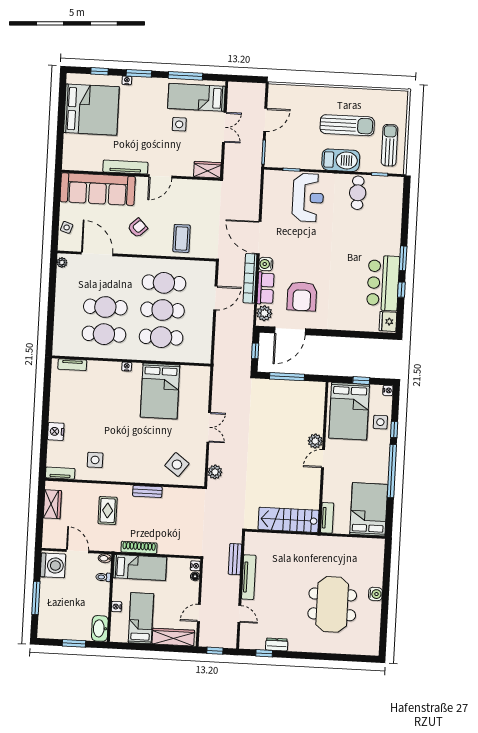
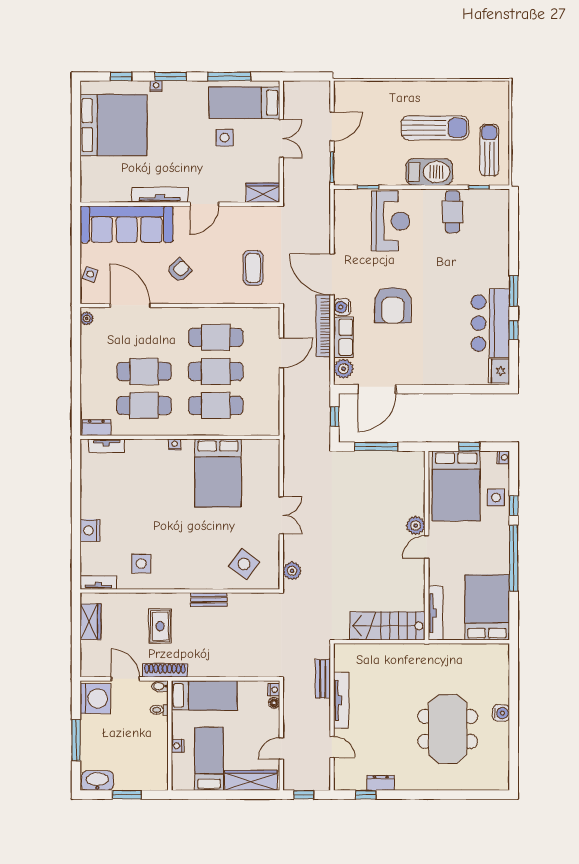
coffee table: (182, 238) -> (253, 268), moved
armchair: (302, 296) -> (393, 305), moved
dresser: (65, 350) -> (96, 427), added
tv unit: (327, 518) -> (436, 613), width x1.41
shoe rack: (139, 547) -> (165, 670), moved
washbasin: (100, 628) -> (97, 781), moved, turned 90

